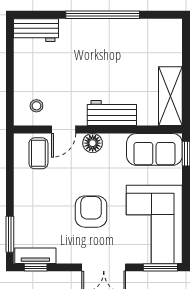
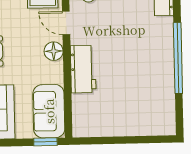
shelving: (170, 96) -> (101, 125), removed

